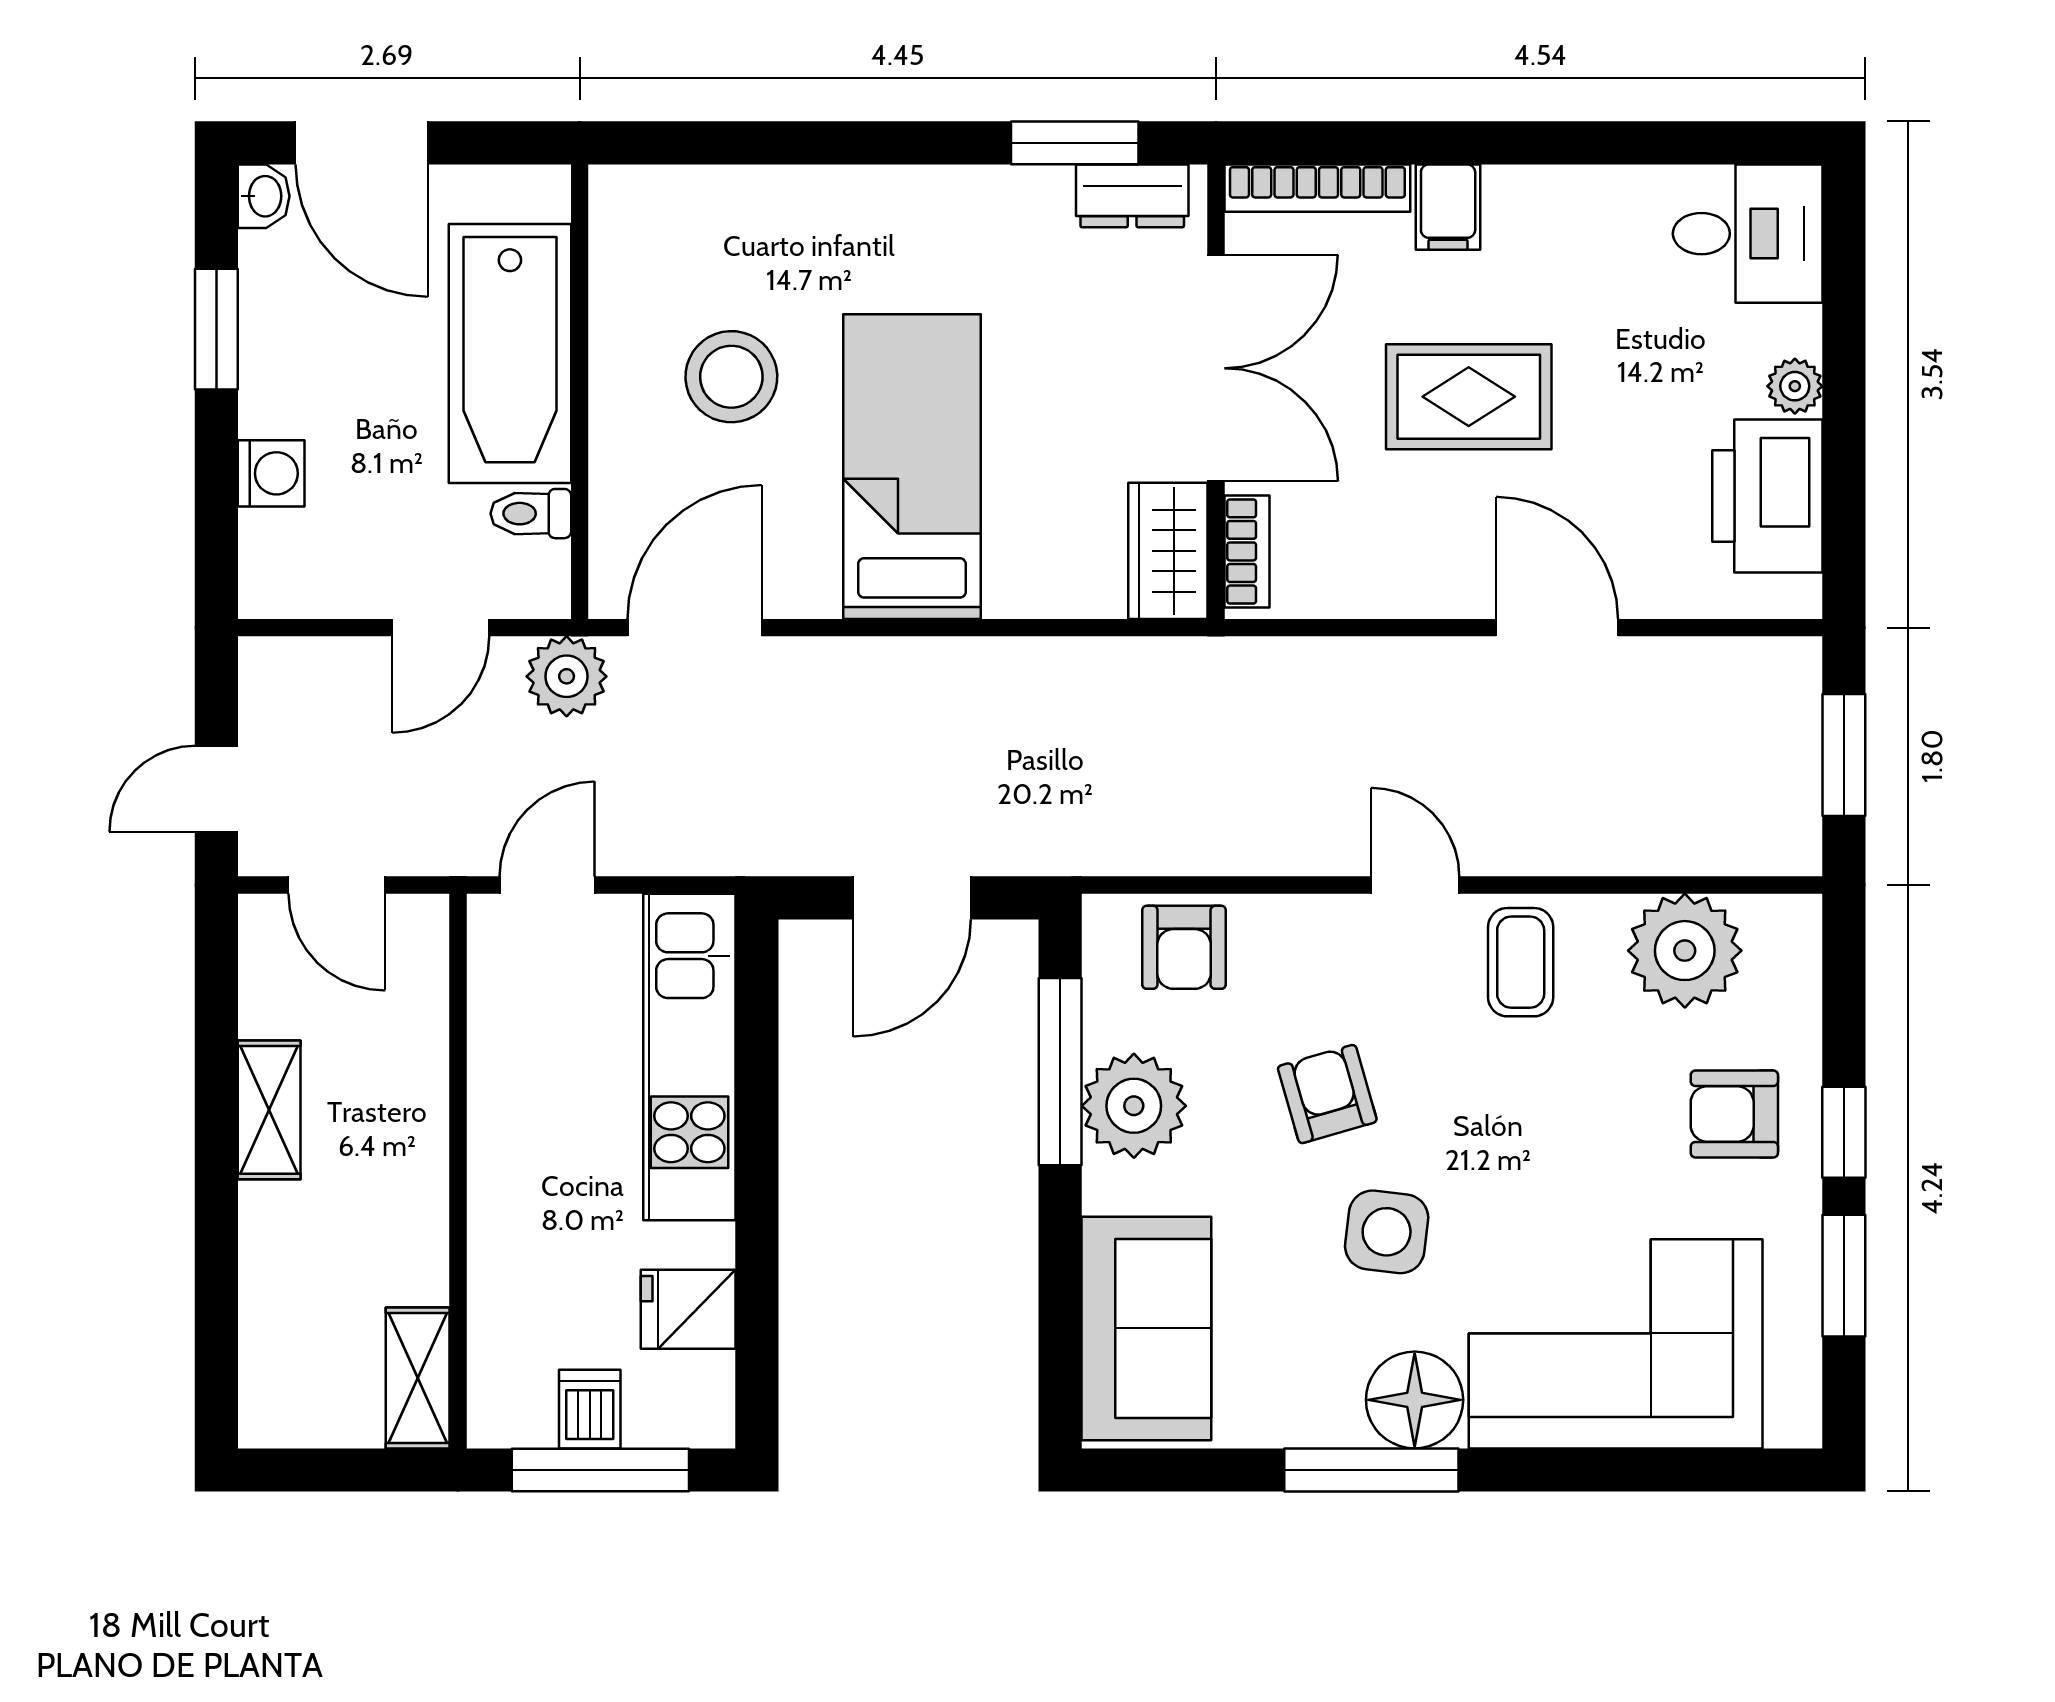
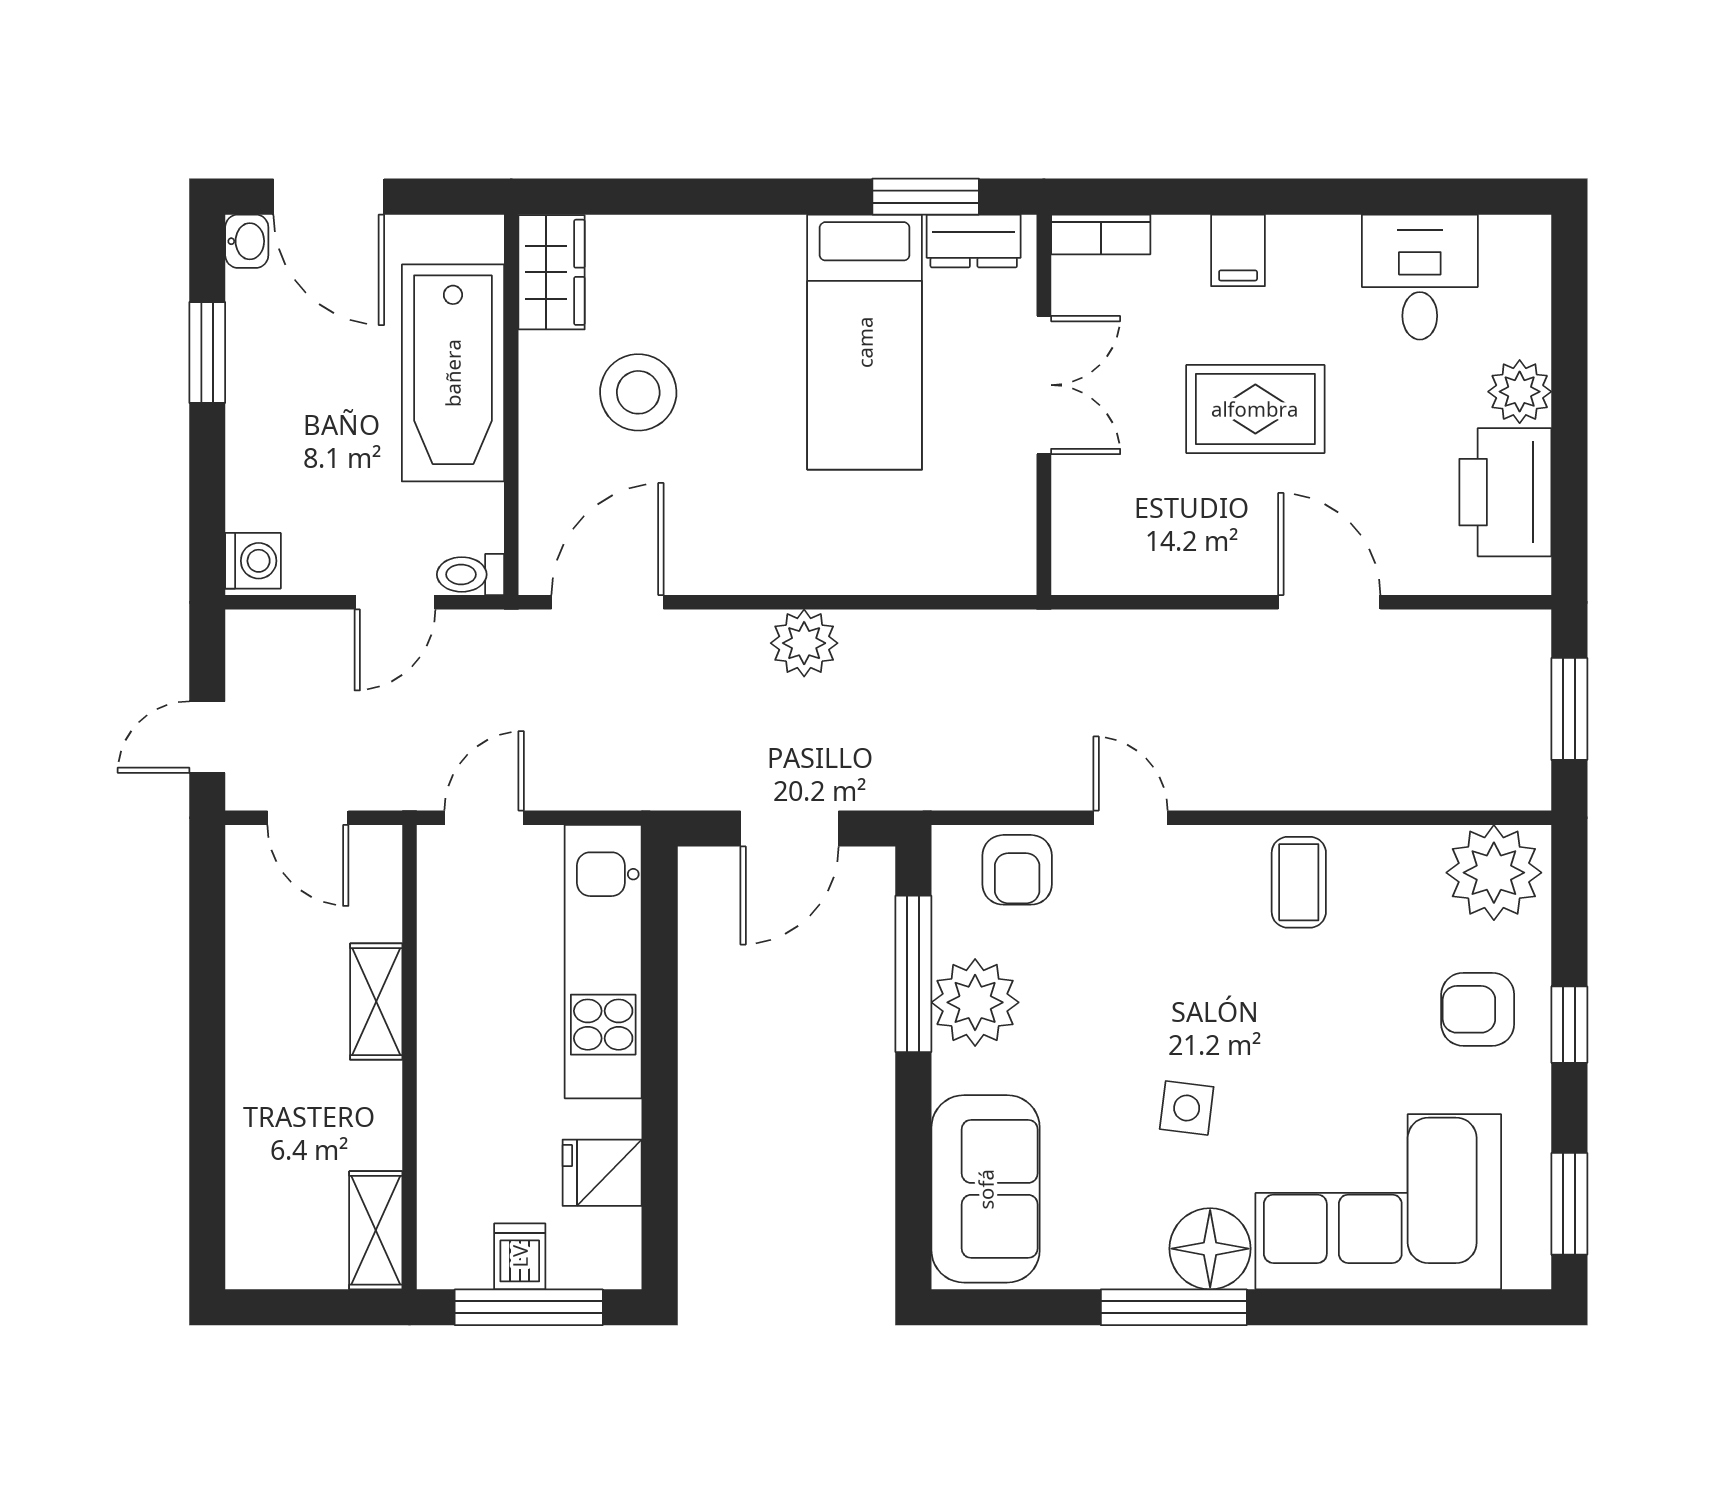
bookcase: (1317, 188) -> (1101, 234), width x0.64
desk: (1748, 234) -> (1420, 277), moved, turned -90
double door: (1216, 368) -> (1044, 385), width x0.73
plant: (1795, 386) -> (1520, 392), width x1.38, depth x1.38
bed: (912, 467) -> (865, 342), moved, turned 180
washing machine: (271, 473) -> (253, 561), moved
toilet: (531, 514) -> (470, 574), moved
wardrobe: (1168, 551) -> (552, 272), moved, turned 180
bookcase: (1247, 551) -> (1070, 539), removed
plant: (567, 676) -> (804, 643), moved
door: (1415, 885) -> (1130, 818), moved
plant: (1685, 951) -> (1494, 873), moved
armchair: (1327, 1094) -> (1137, 993), removed
shelving: (269, 1110) -> (376, 1002), moved
side table: (1387, 1232) -> (1187, 1108), width x0.73, depth x0.73
window: (1844, 1276) -> (1569, 1204), moved

